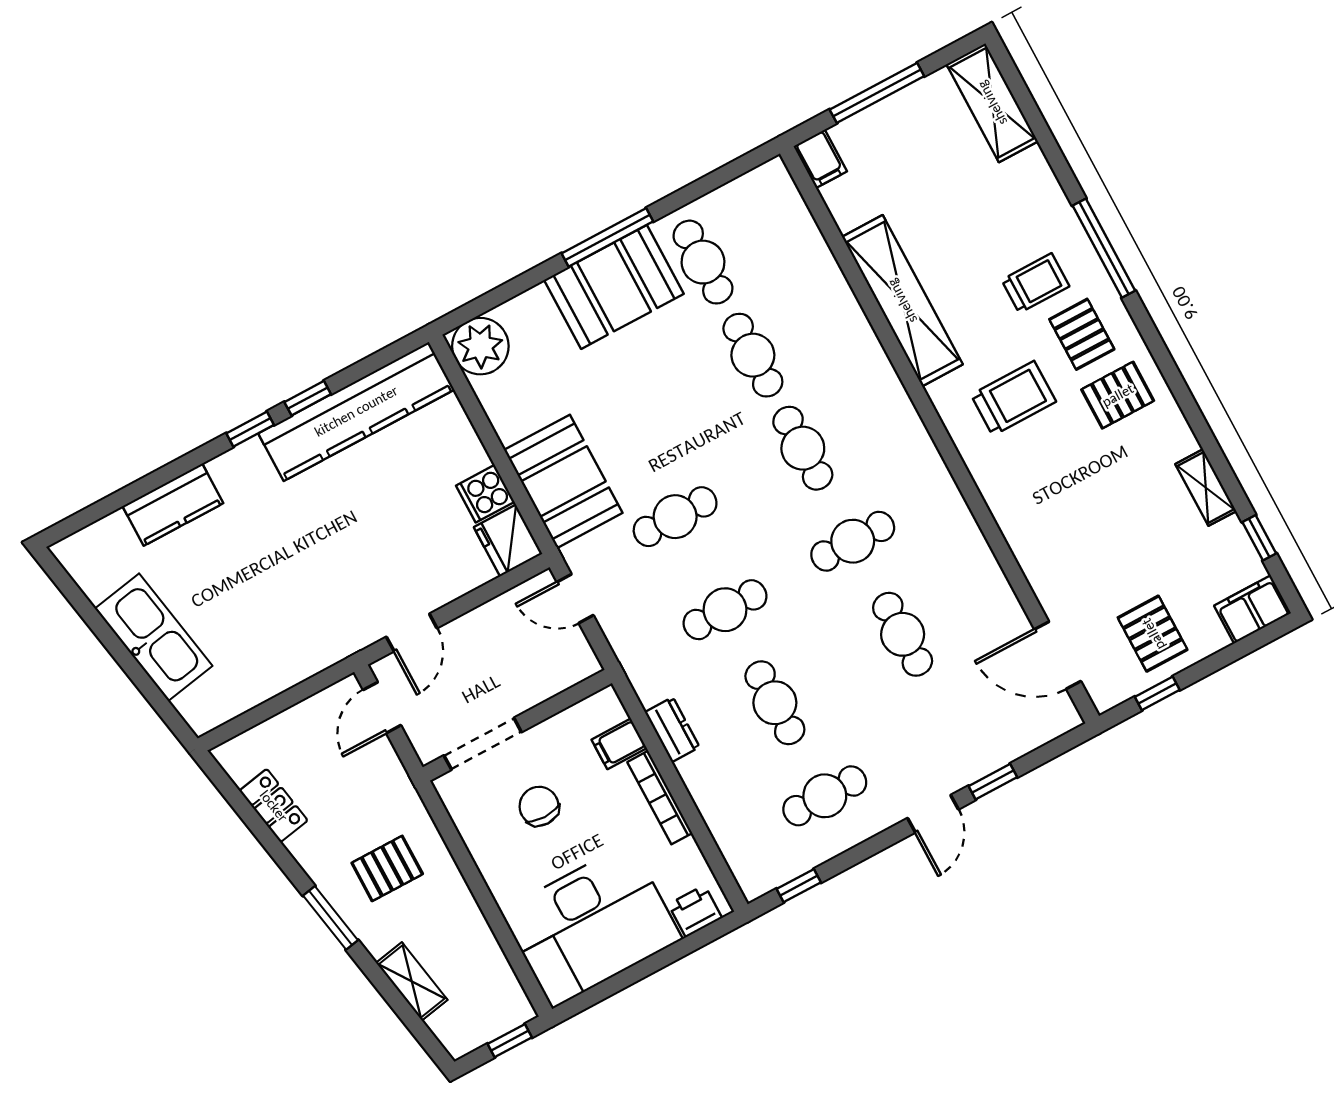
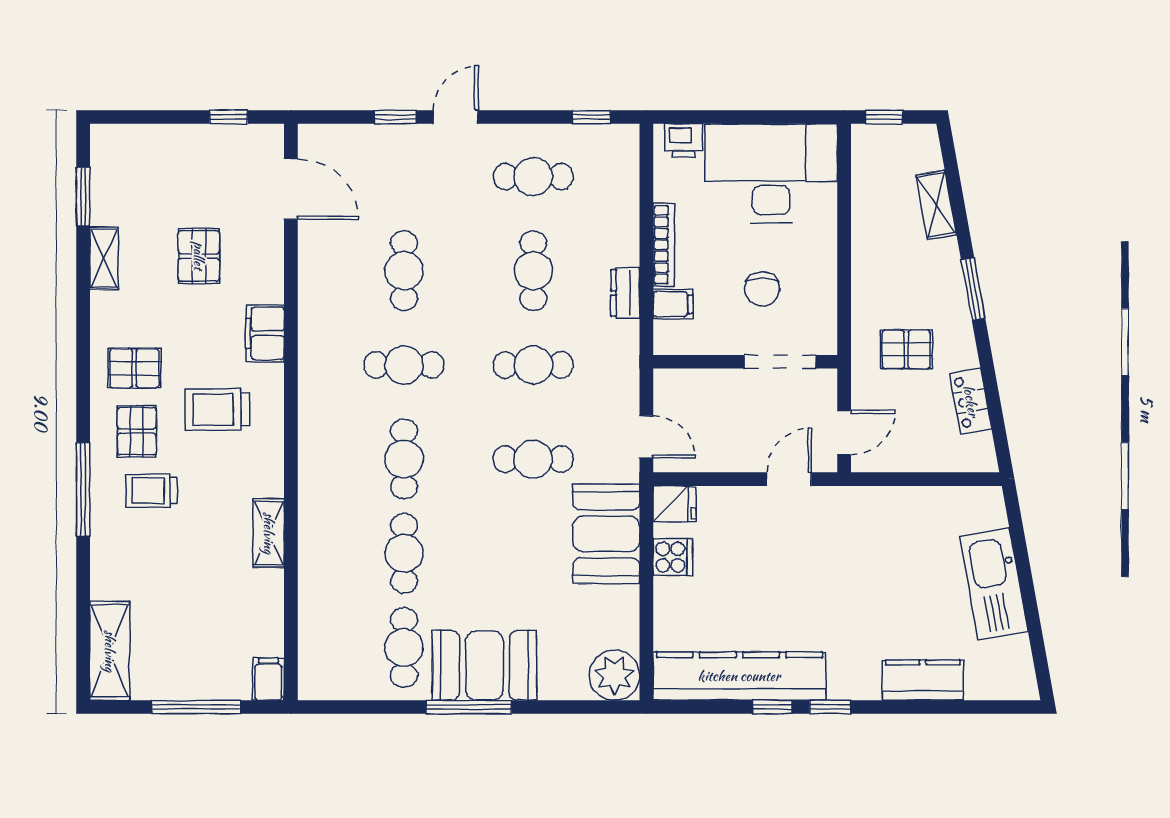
shelving: (902, 301) -> (269, 533), width x0.45, depth x0.75
window: (1259, 538) -> (83, 196), width x1.50
fridge: (508, 540) -> (674, 504), width x0.72
filing cabinet: (1252, 609) -> (265, 333), moved, turned 90
pallet: (1153, 634) -> (199, 256), moved
pallet: (387, 868) -> (906, 349), moved

